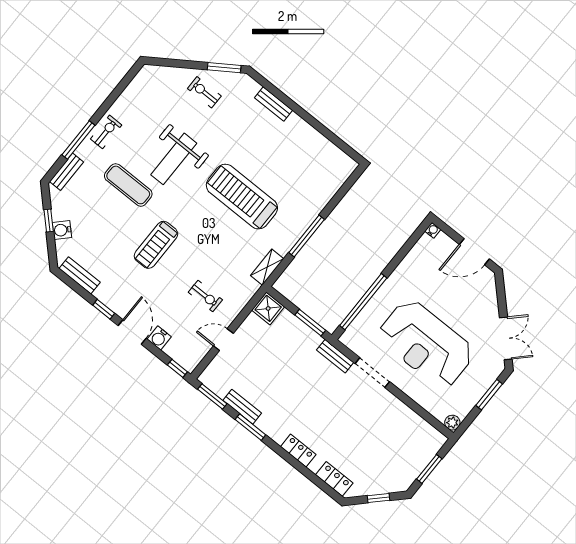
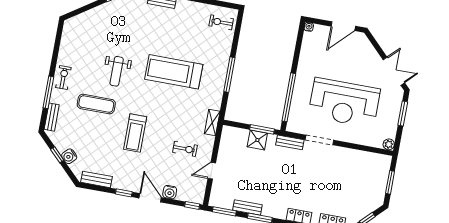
exercise bike: (204, 92) -> (221, 22), moved
weight bench: (174, 159) -> (117, 71), width x0.73, depth x0.75
shelving: (267, 267) -> (212, 123), moved
shower: (268, 308) -> (257, 140), moved

